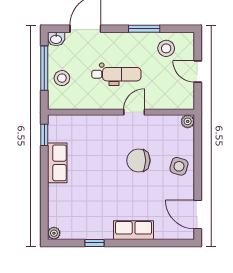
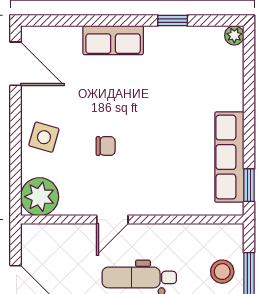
plant: (188, 121) -> (40, 197), width x1.88, depth x1.88
chair: (138, 160) -> (106, 146), width x0.54, depth x0.54
row of seats: (57, 163) -> (229, 157), width x1.48

